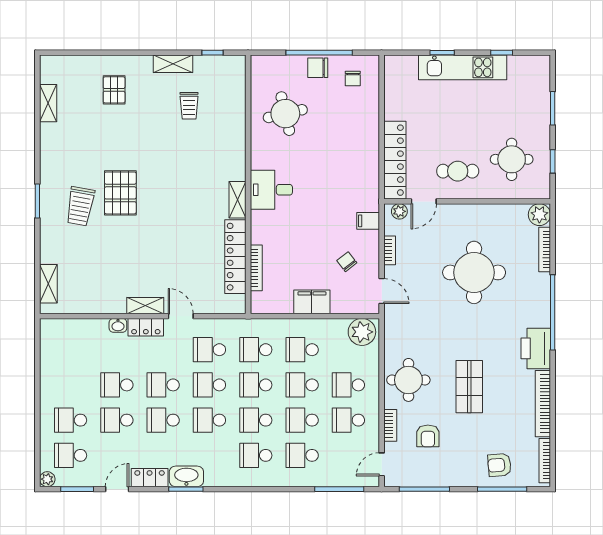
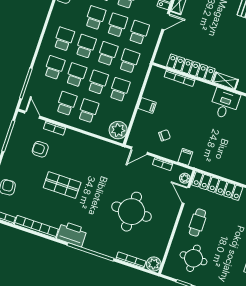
filing cabinet: (312, 302) -> (147, 105), width x0.50
round table: (408, 380) -> (79, 149), removed

